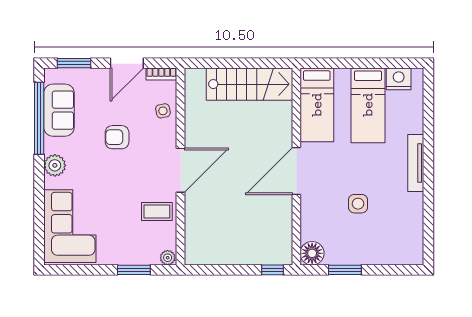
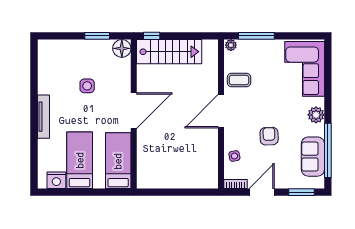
stairs: (249, 84) -> (169, 52), moved, turned 180
armchair: (117, 137) -> (269, 136), turned -92
window: (134, 270) -> (256, 36), width x1.44

